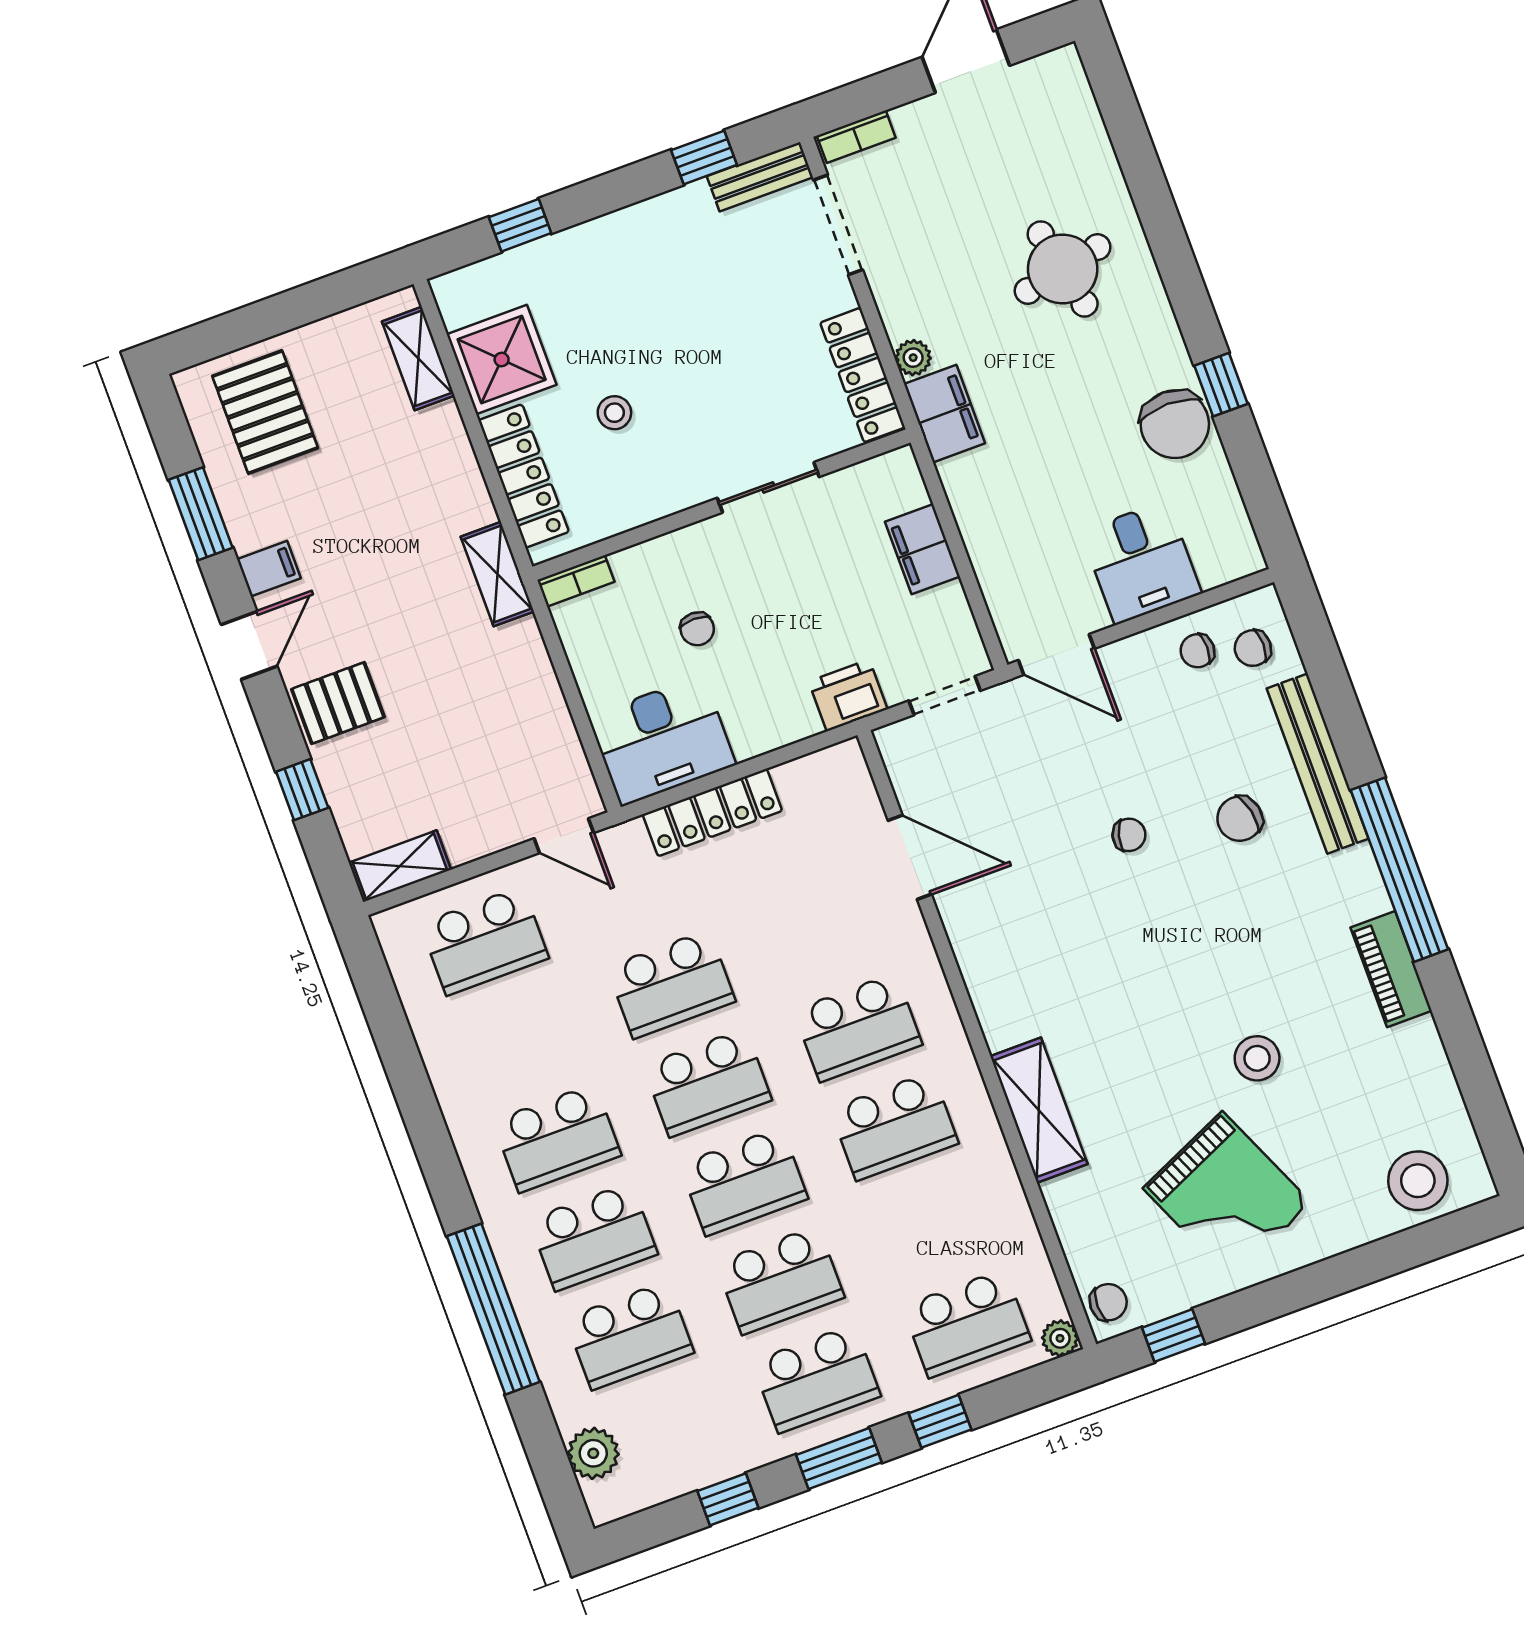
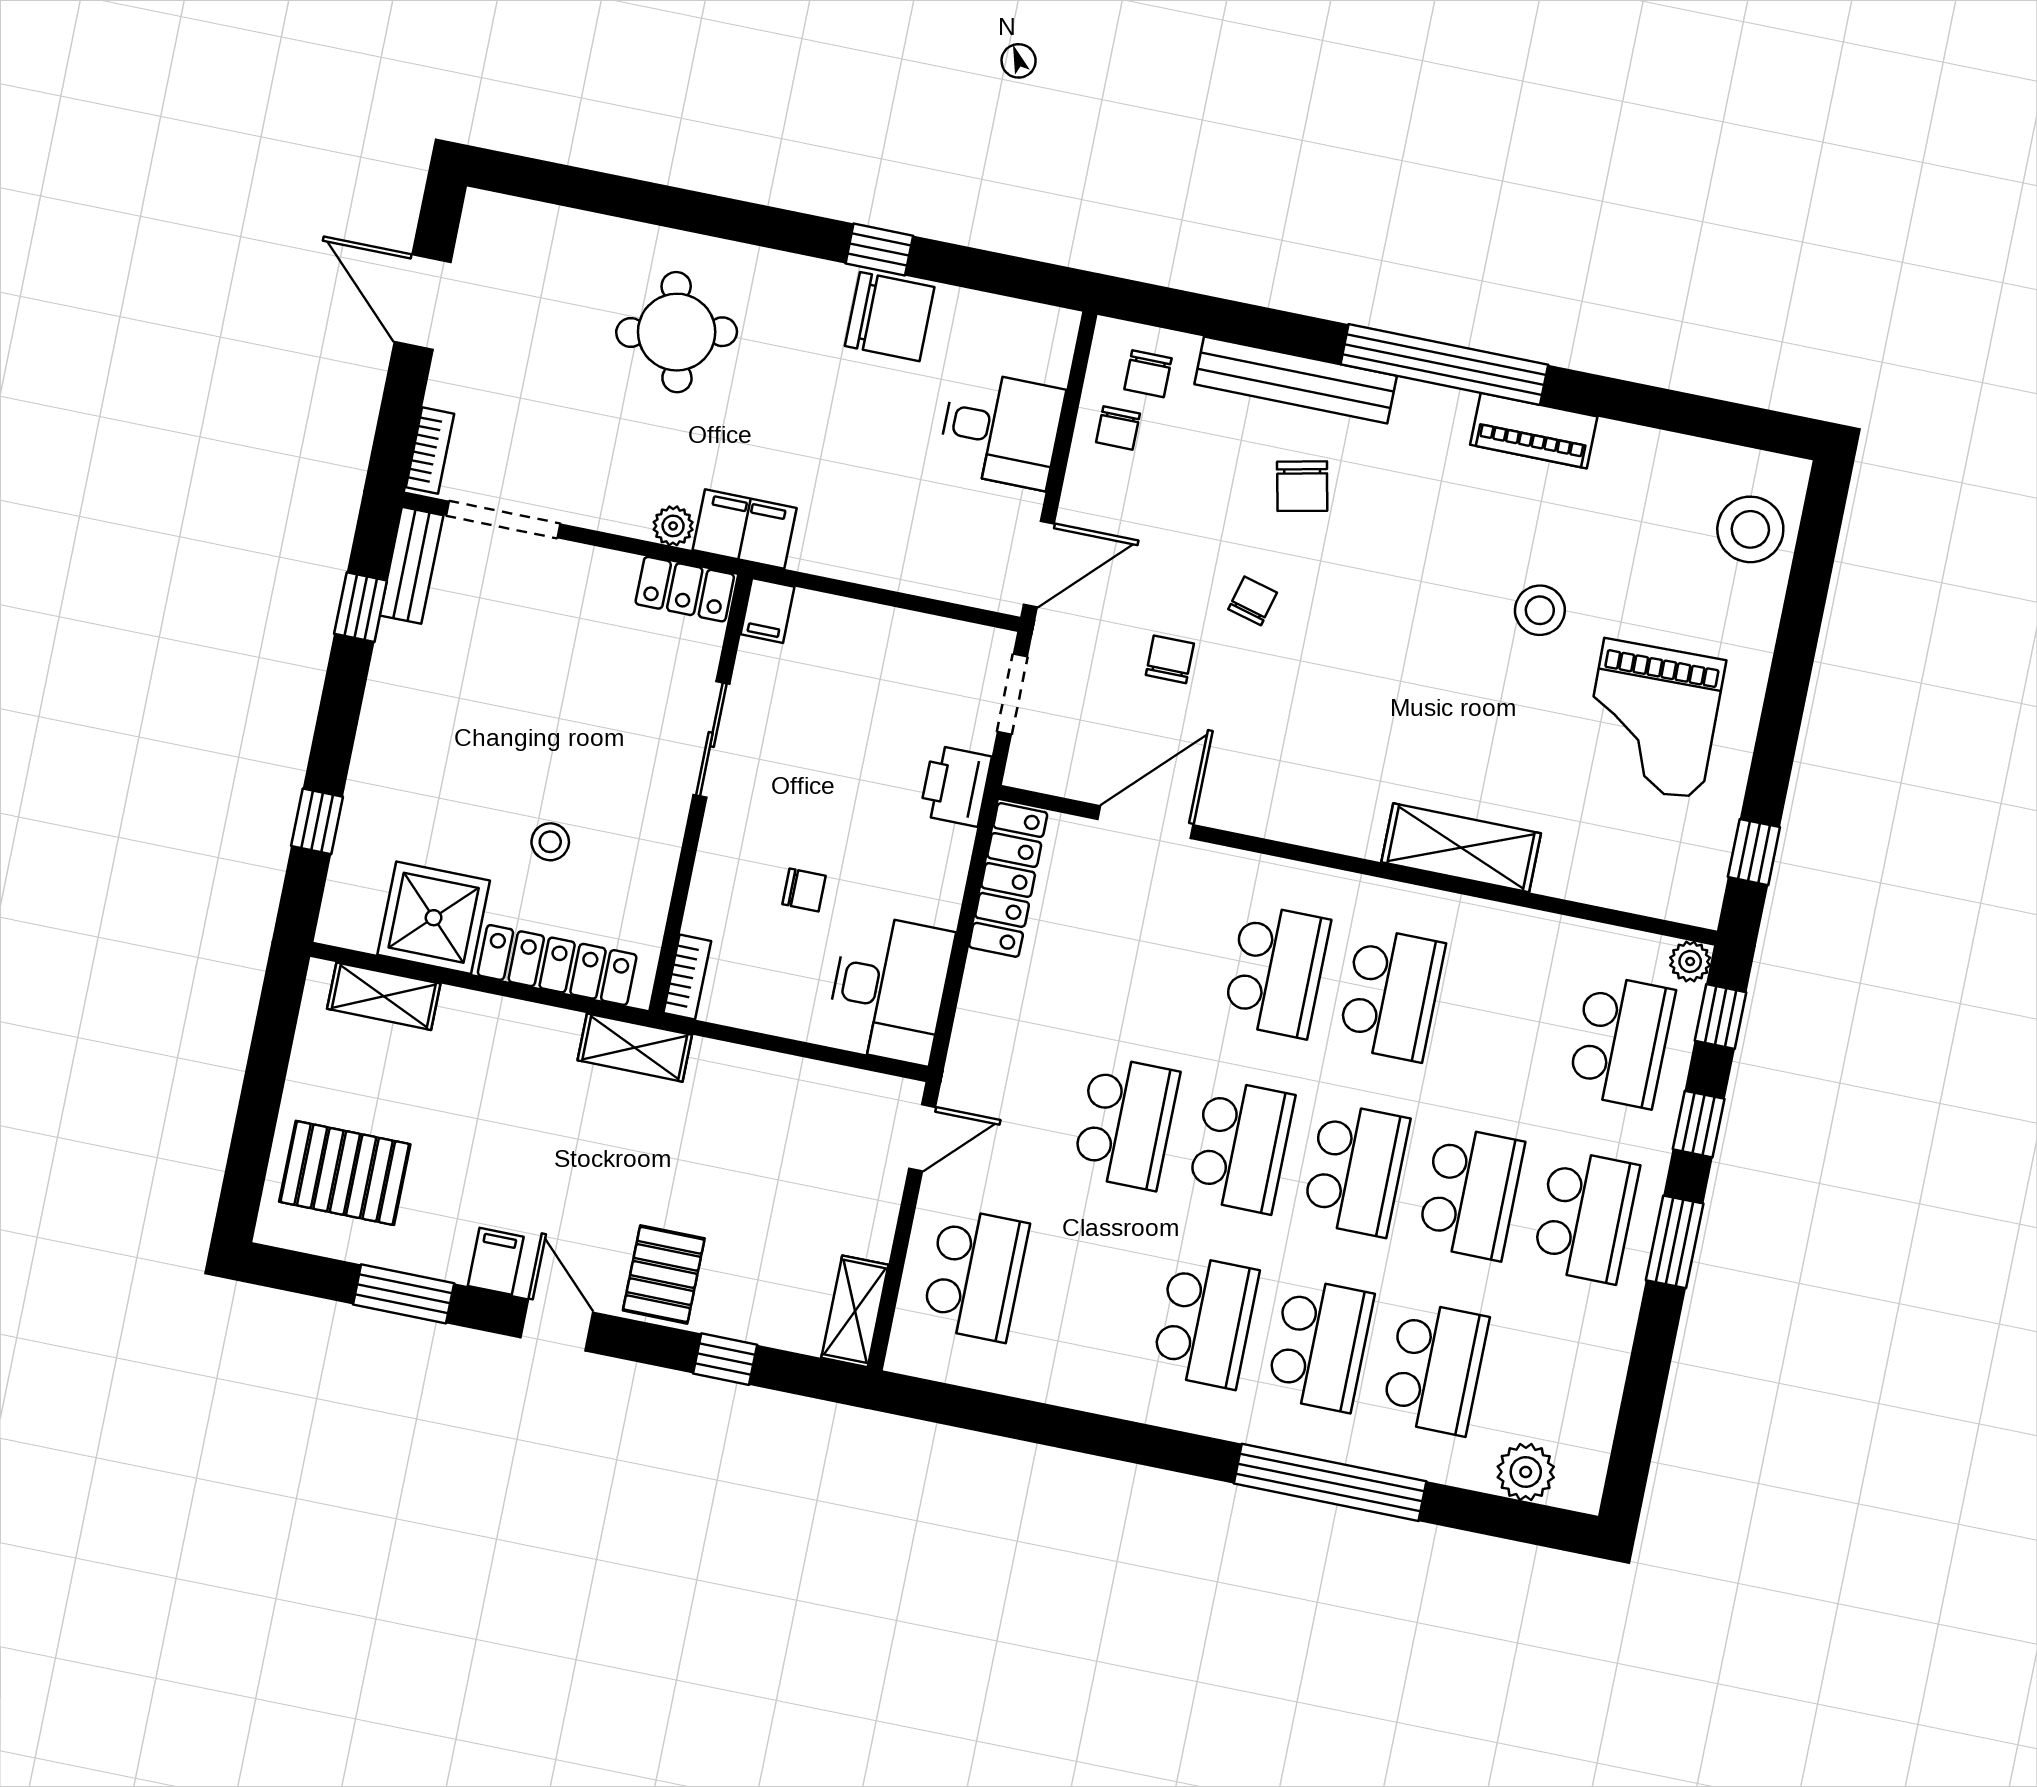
locker: (863, 375) -> (685, 589), width x0.66
filing cabinet: (922, 549) -> (767, 610), moved, width x0.50
locker: (712, 812) -> (1008, 880), moved
grand piano: (1227, 1195) -> (1652, 719), turned 113
chair: (1108, 1302) -> (1170, 659), moved
window: (728, 1499) -> (1721, 1016), moved

